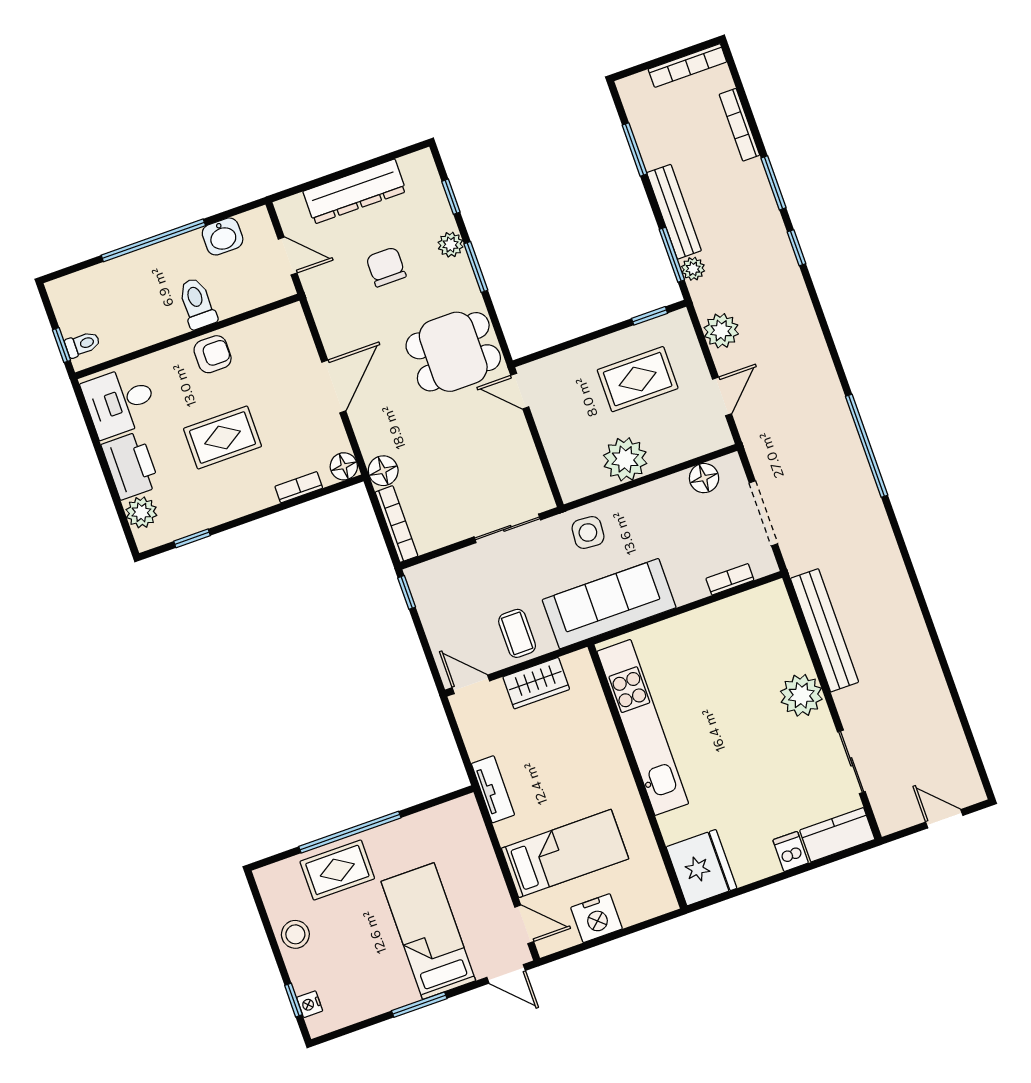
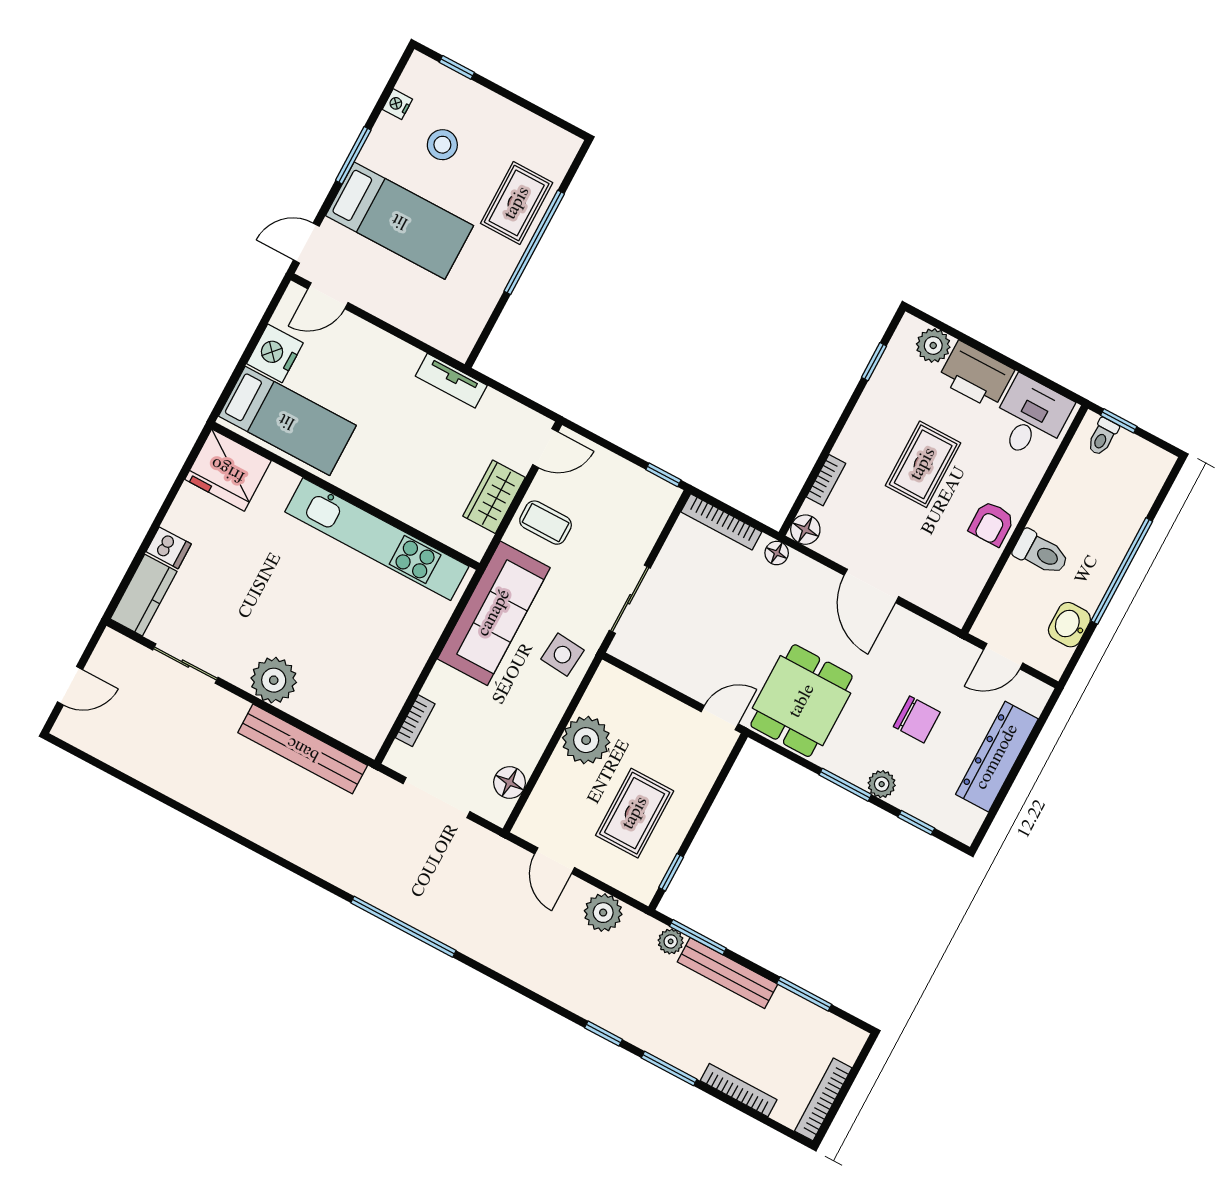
floor lamp: (383, 471) -> (777, 553), width x0.73, depth x0.73
bed: (565, 853) -> (287, 421), moved, turned -90
stool: (295, 934) -> (442, 145), moved
nightstand: (310, 1004) -> (397, 104), moved, turned -90

